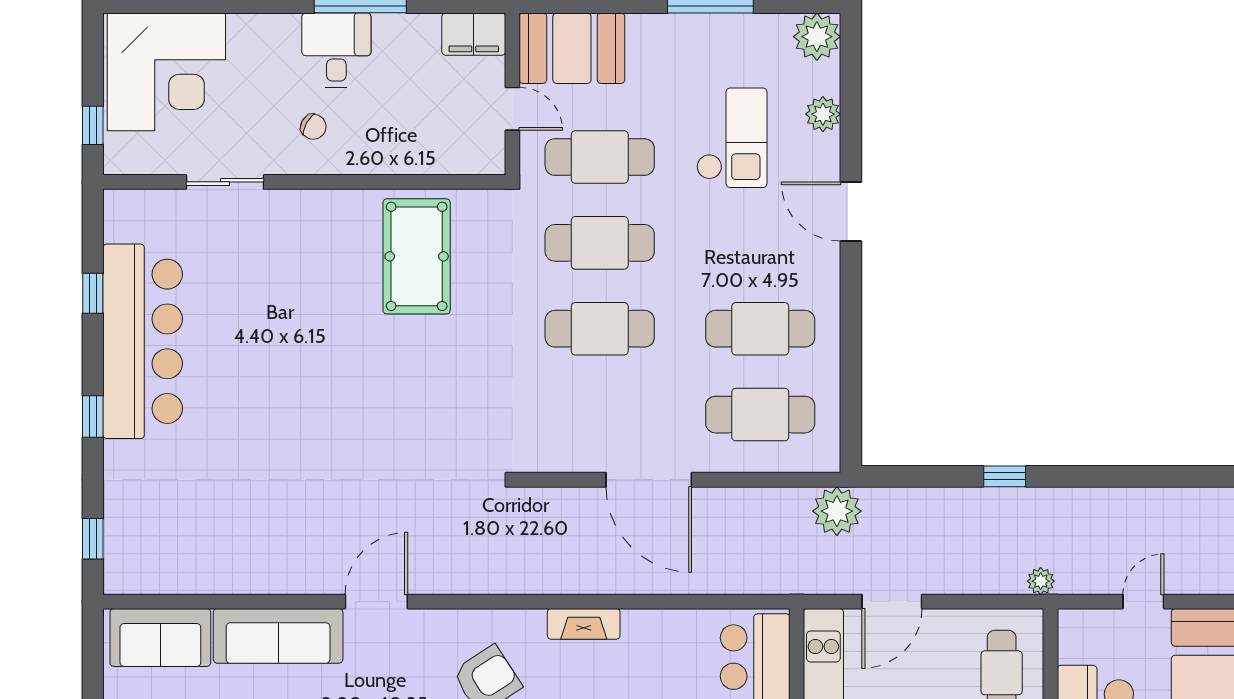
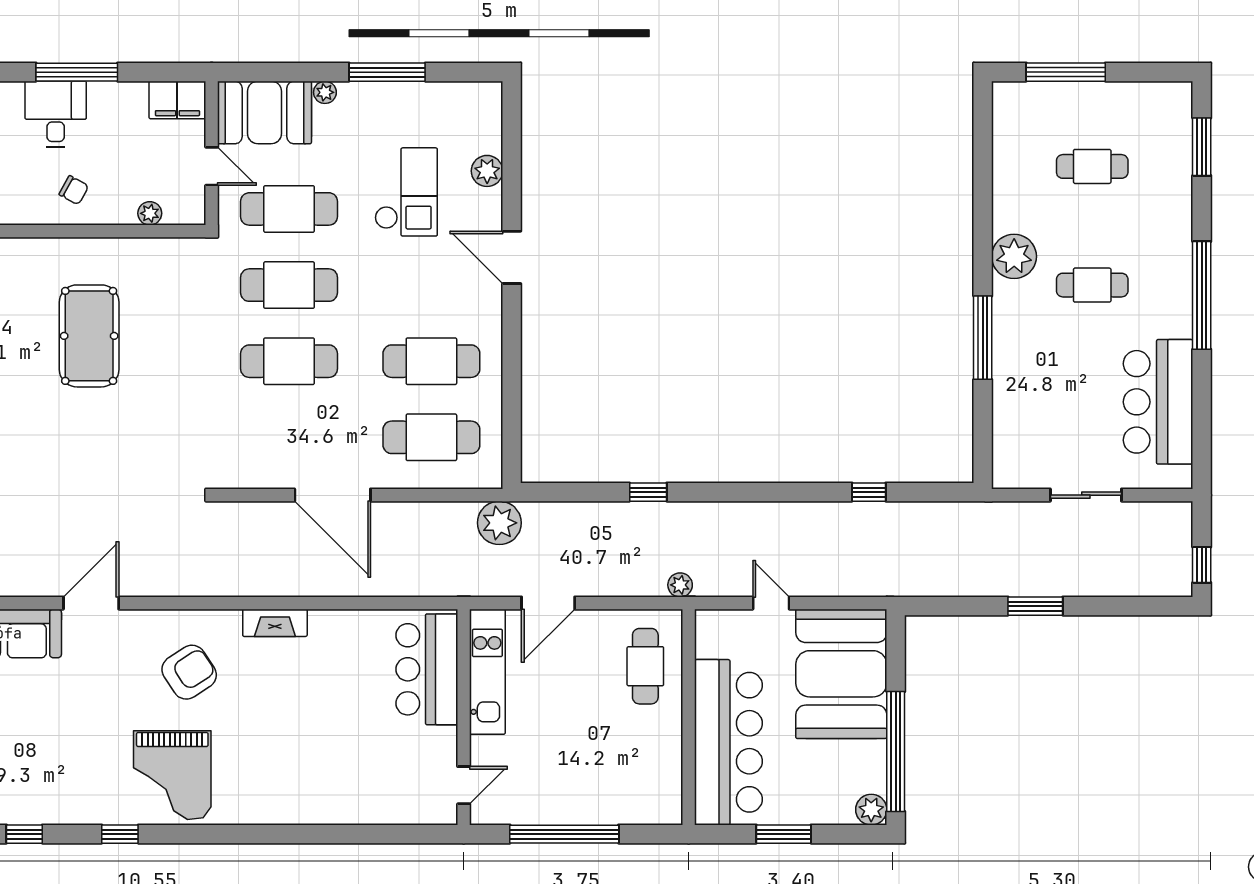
plant: (817, 37) -> (325, 92), moved, width x0.53, depth x0.53
chair: (313, 127) -> (74, 190), moved
plant: (443, 162) -> (150, 213), added
pool table: (417, 256) -> (89, 336), moved
door: (1143, 602) -> (771, 603), hinge flipped

